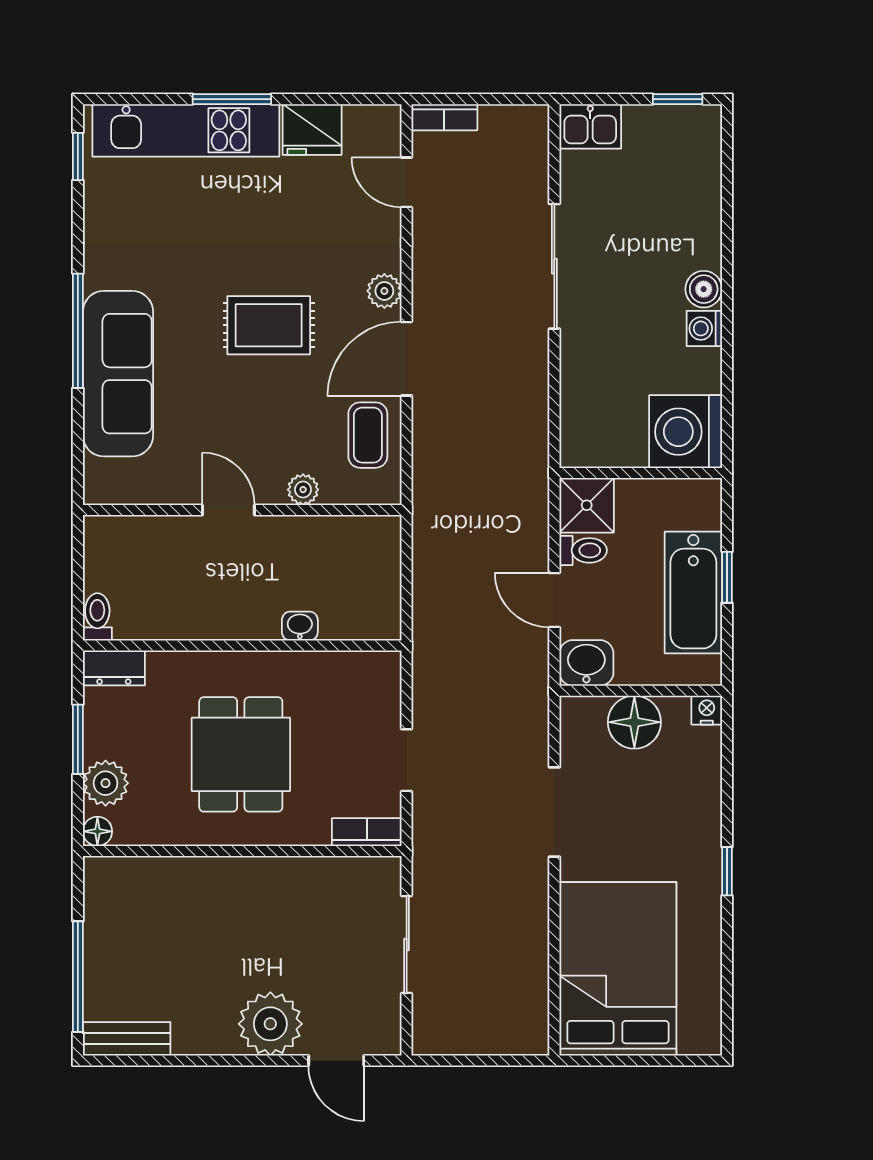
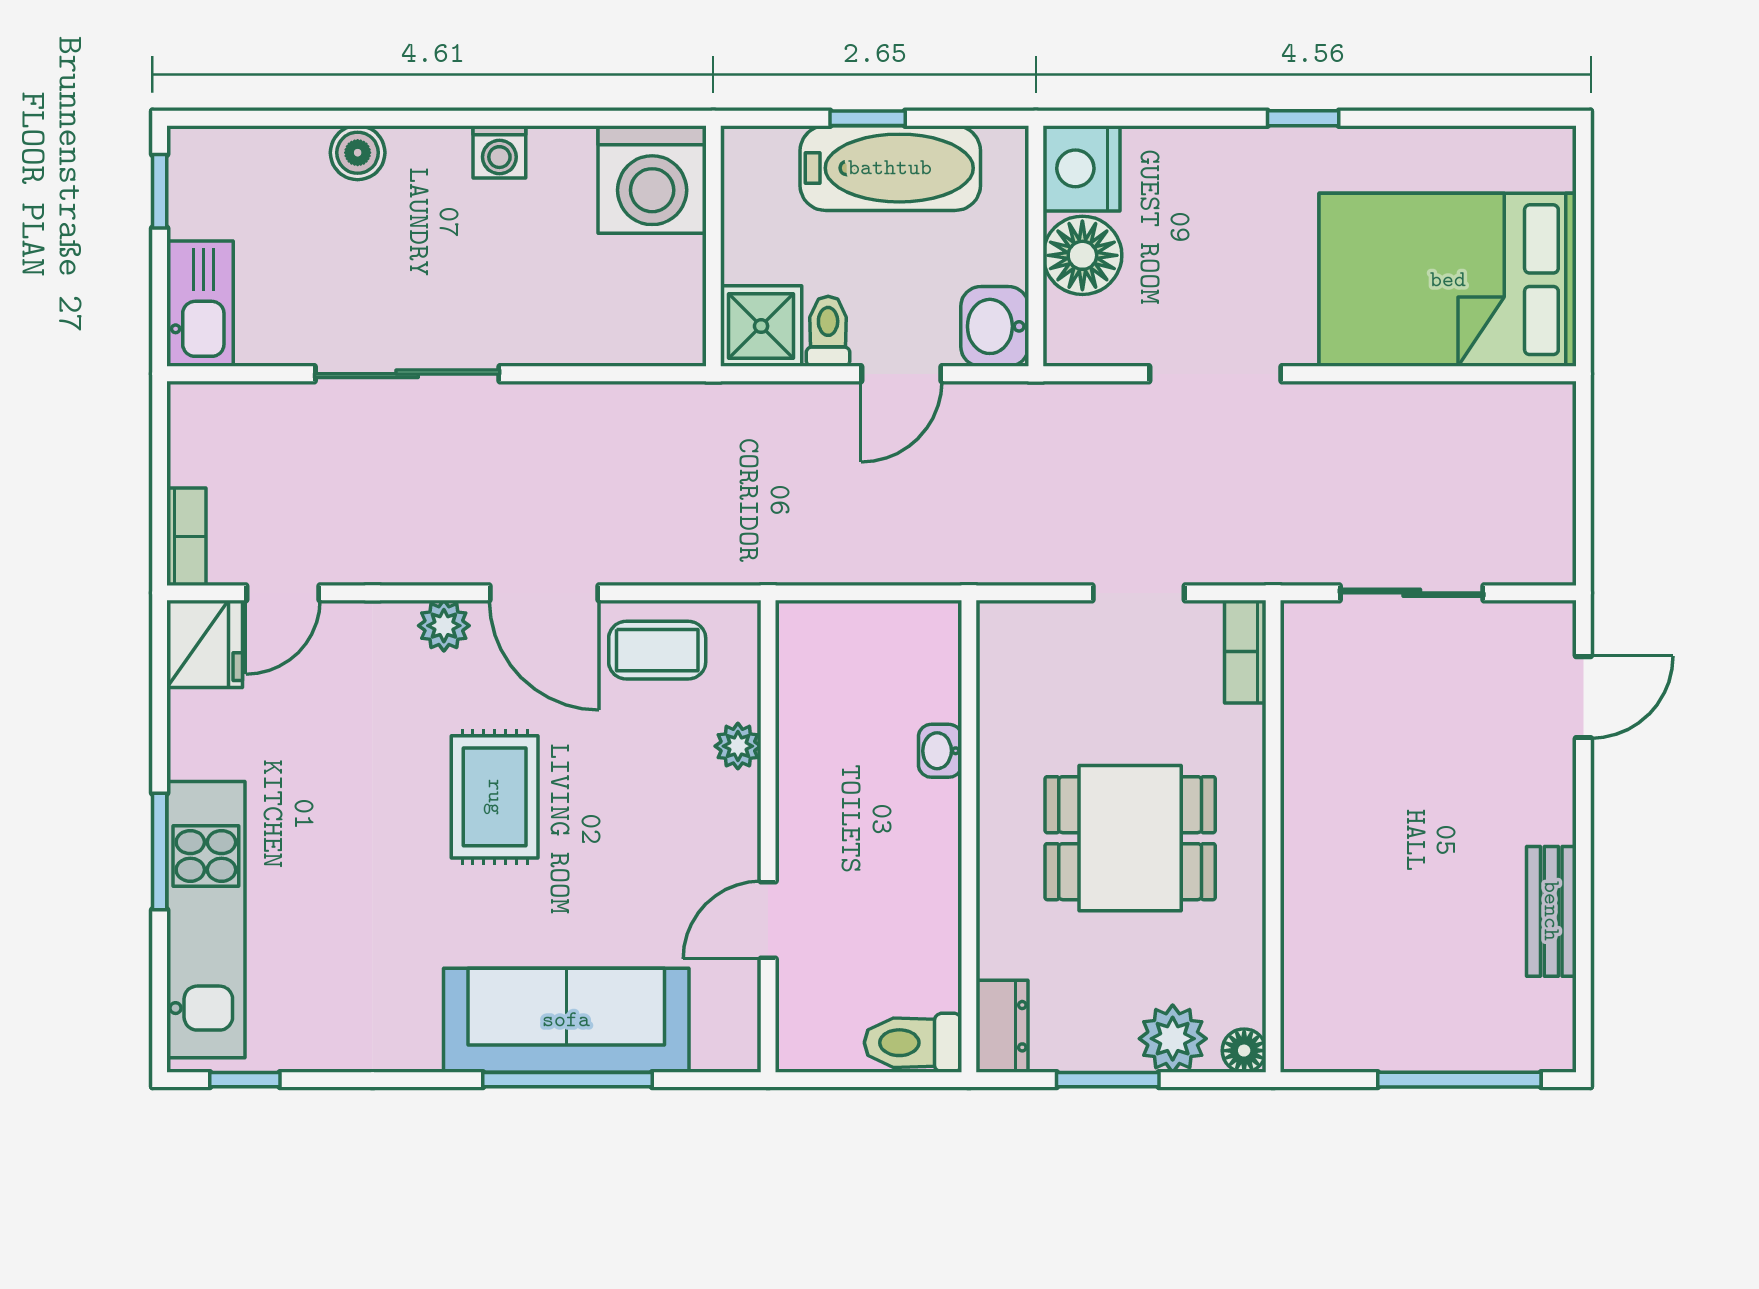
kitchen sink: (590, 126) -> (200, 304), width x1.38
fridge: (312, 129) -> (205, 644), moved
boiler: (704, 289) -> (358, 153), moved
window: (78, 331) -> (568, 1080), moved
door: (228, 510) -> (768, 920), moved
toilet: (97, 617) -> (913, 1043), width x1.37, depth x1.39
nightstand: (707, 710) -> (1082, 168), width x1.89, depth x1.79
plant: (270, 1024) -> (1529, 794), removed
bench: (127, 1039) -> (1551, 911), moved

